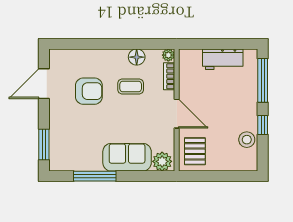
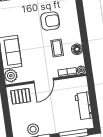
armchair: (89, 91) -> (50, 21), turned -90

